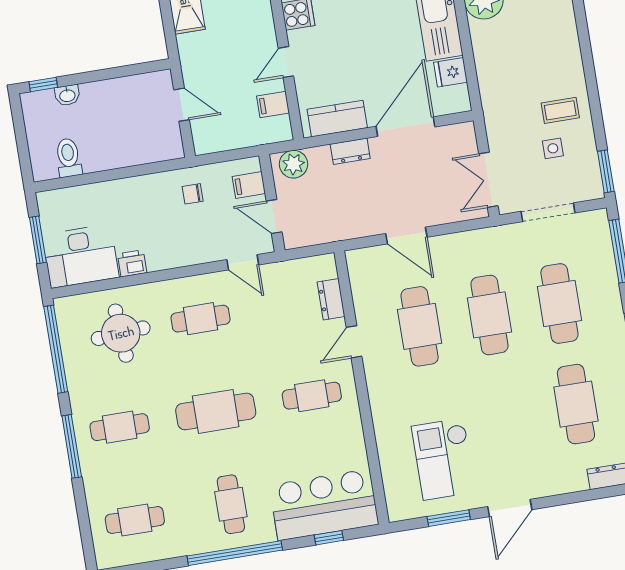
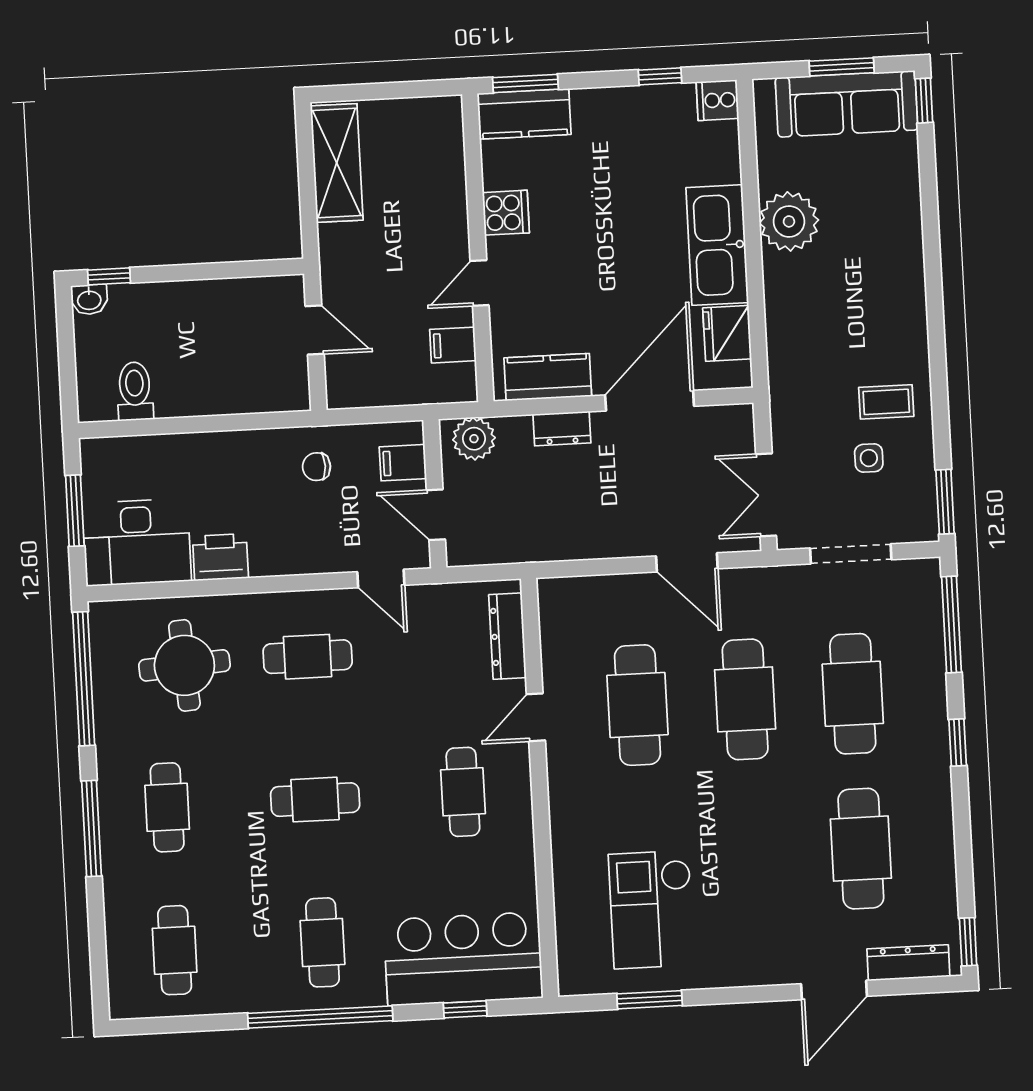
fridge: (451, 72) -> (727, 333), width x1.38
washbasin: (67, 95) -> (89, 299), moved
door: (406, 235) -> (687, 562), moved
printer: (132, 263) -> (220, 557), width x1.36, depth x1.24
dresser: (331, 299) -> (508, 636), width x1.44
cafe table: (312, 396) -> (463, 792), turned 90
cafe table: (216, 411) -> (315, 800), width x0.73, depth x0.74
cafe table: (120, 427) -> (167, 807), turned 90
door: (510, 508) -> (834, 990), moved
cafe table: (135, 520) -> (175, 950), turned 90

